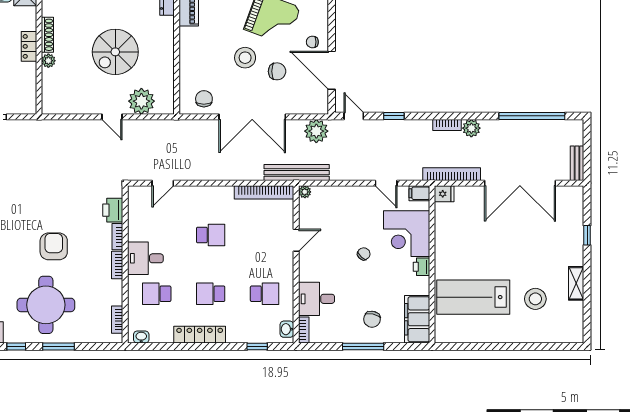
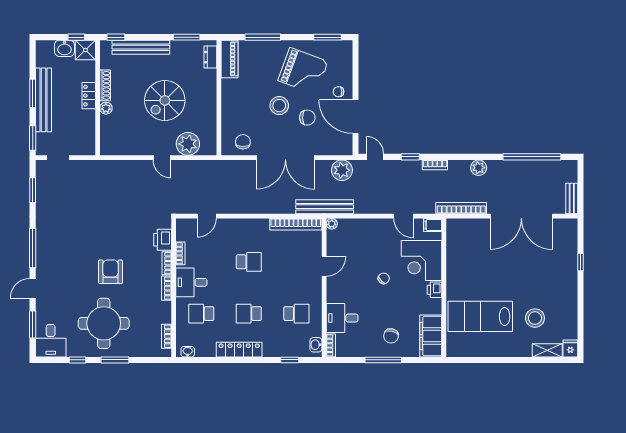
bookcase: (447, 125) -> (435, 165), moved
fridge: (444, 194) -> (570, 348), moved, turned -90
bookcase: (133, 225) -> (180, 253), added
shelving: (576, 283) -> (547, 350), moved, turned 90

